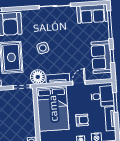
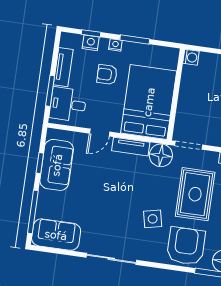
side table: (43, 48) -> (153, 219), moved

